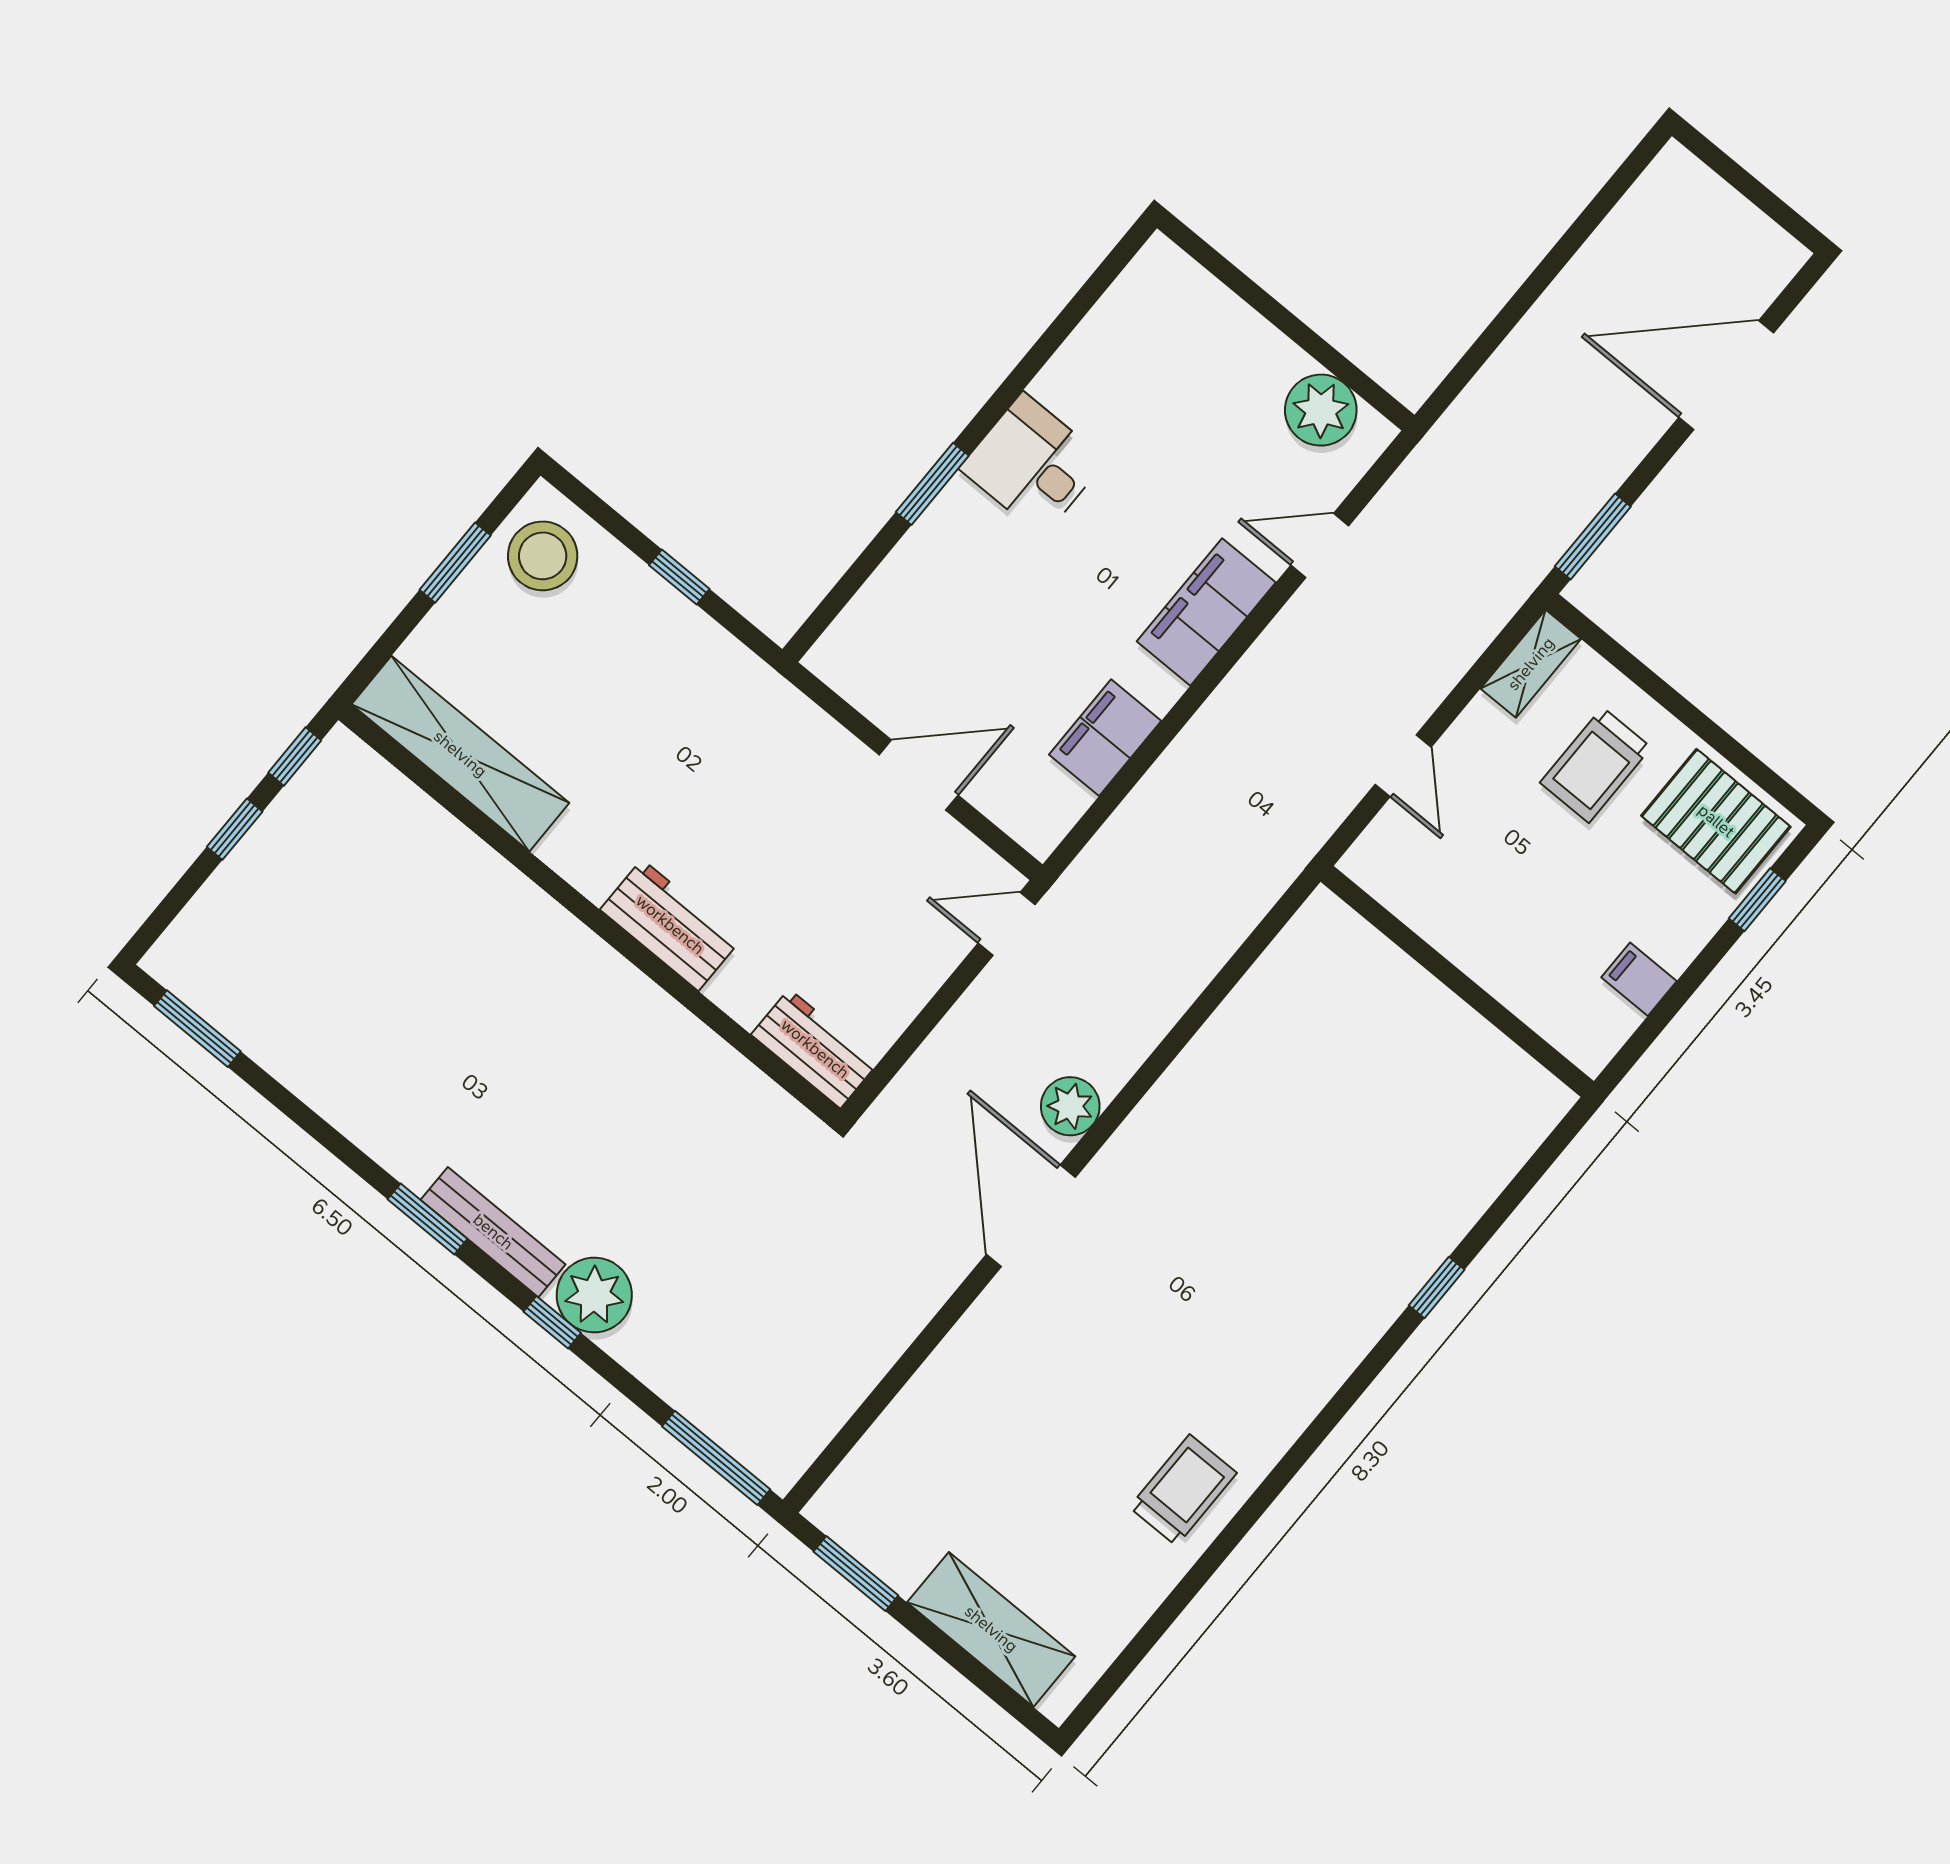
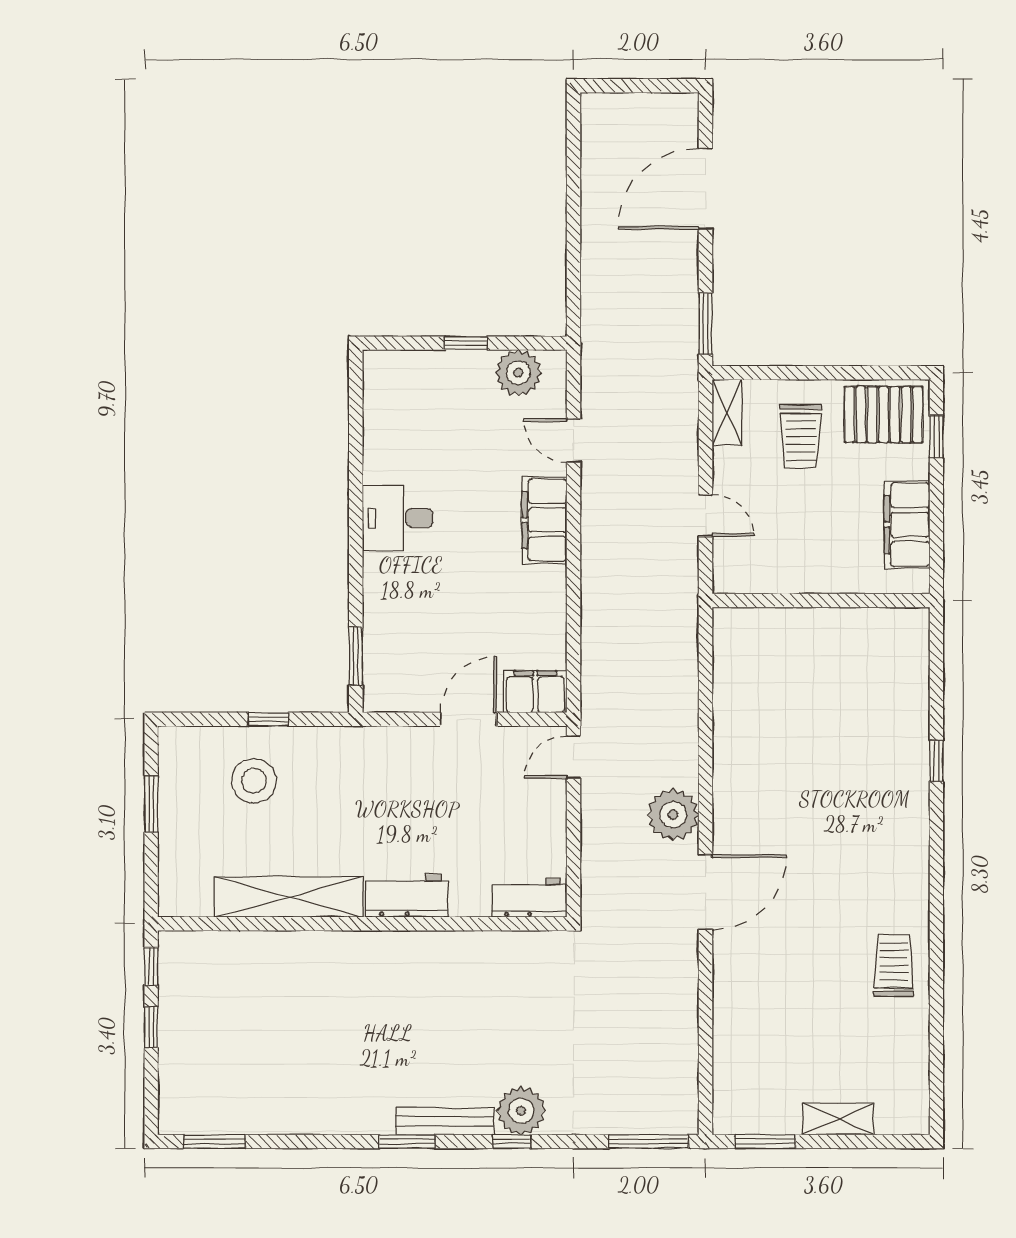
window: (1287, 323) -> (466, 343), added
window: (932, 484) -> (356, 656), moved
door: (1320, 545) -> (573, 440), hinge flipped
stool: (543, 556) -> (254, 781), moved
filing cabinet: (1105, 738) -> (535, 692), moved, turned 90
shelving: (460, 754) -> (288, 897), moved
filing cabinet: (1639, 979) -> (907, 525), width x3.00, depth x1.17
plant: (1070, 1106) -> (673, 815), width x1.36, depth x1.36
door: (1031, 1216) -> (705, 892), swing flipped
shelving: (991, 1629) -> (838, 1119), width x0.67, depth x0.75

